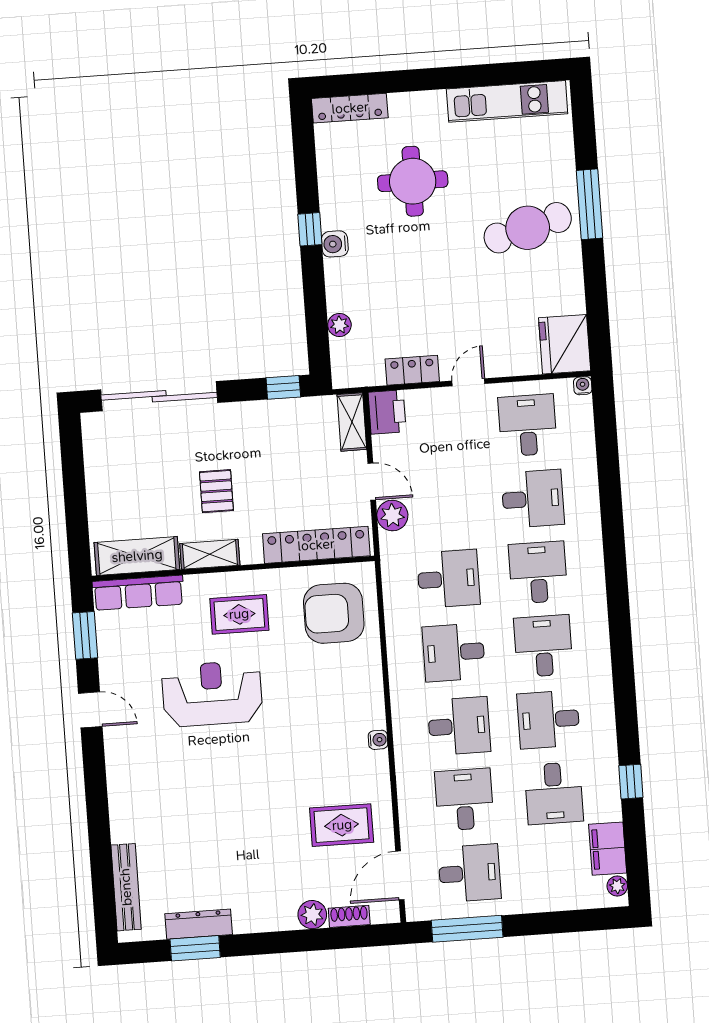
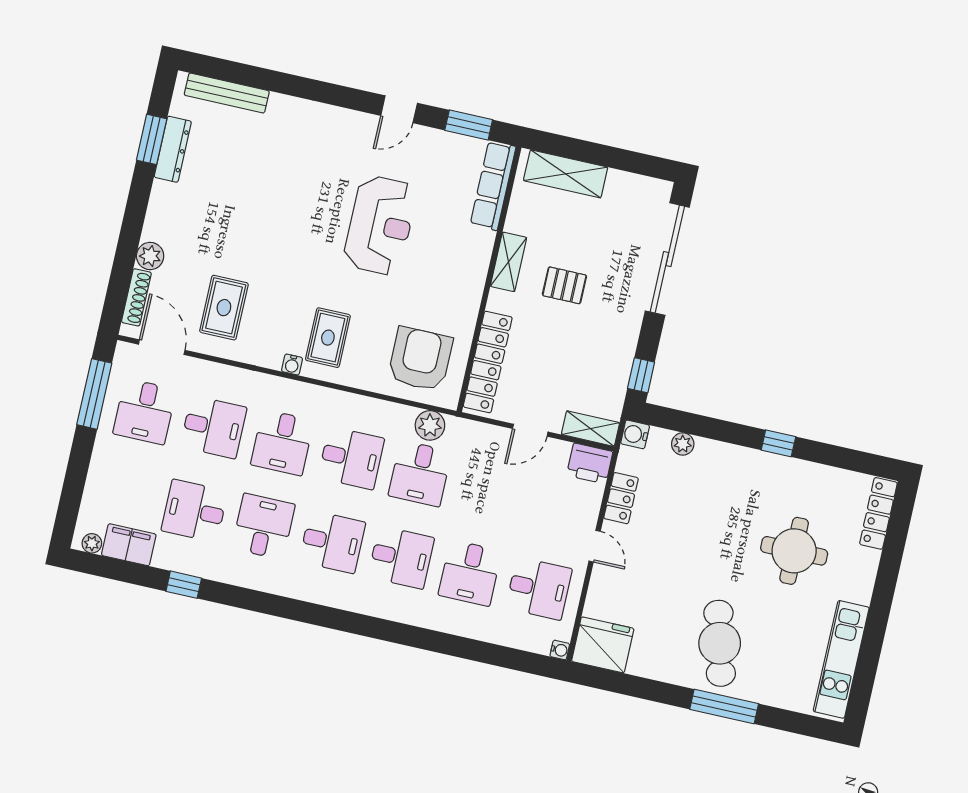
water cooler: (335, 244) -> (635, 434), moved, turned -90
plant: (392, 515) -> (430, 425), moved
shelving: (137, 556) -> (566, 174), moved, turned 90
rug: (239, 614) -> (328, 338), moved
desk: (454, 652) -> (351, 458), turned 90
shoe rack: (349, 916) -> (136, 297), width x1.43

